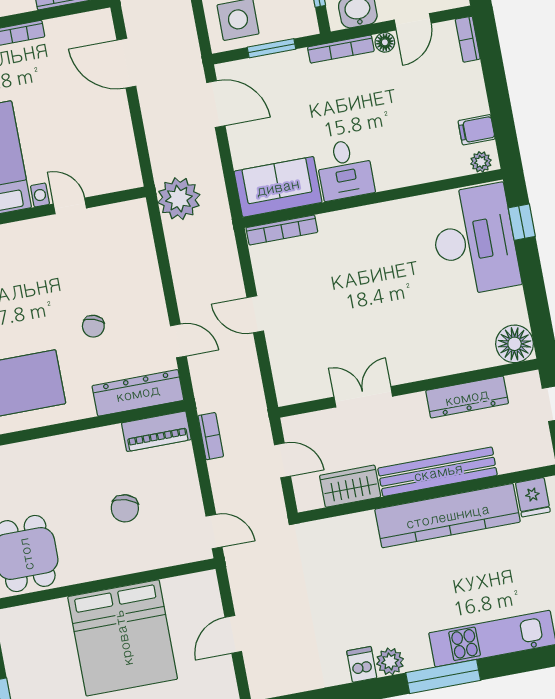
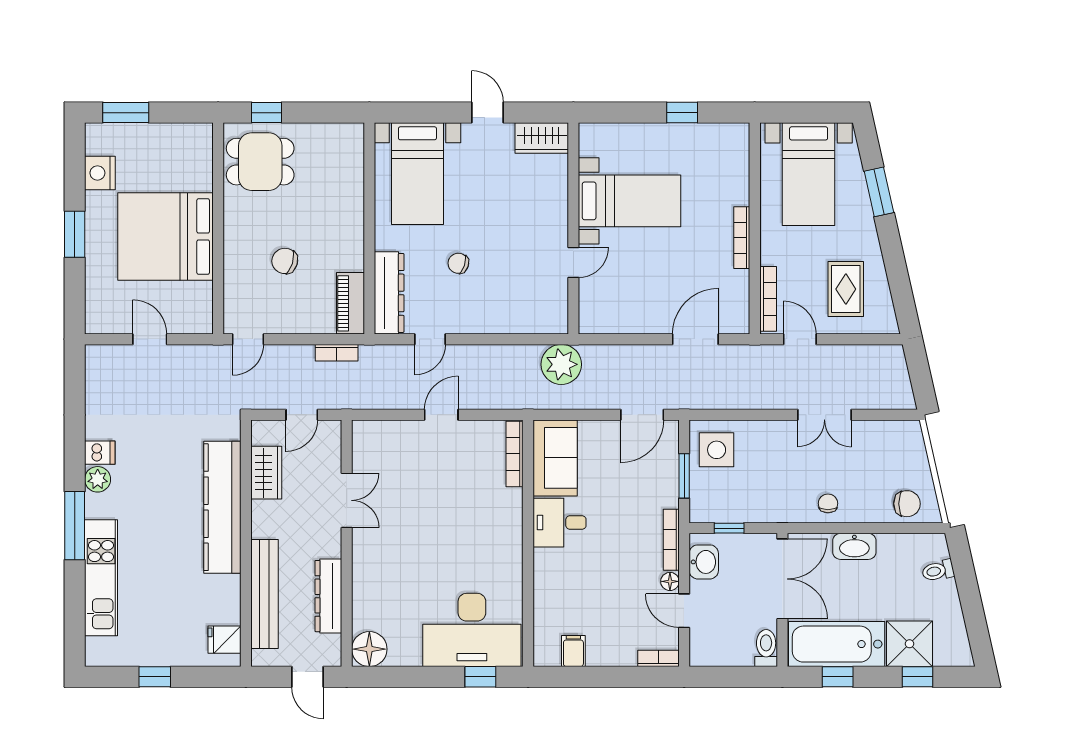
plant: (481, 162) -> (543, 649), removed
bench: (438, 472) -> (265, 594), moved
kitchen counter: (448, 516) -> (222, 507), moved

